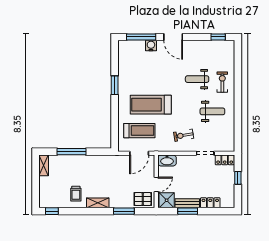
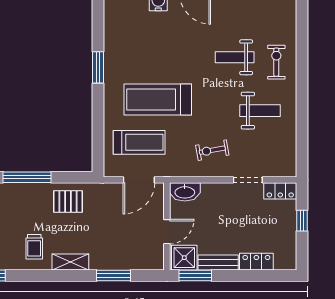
pallet: (143, 199) -> (68, 201), moved
window: (188, 211) -> (195, 276), moved

